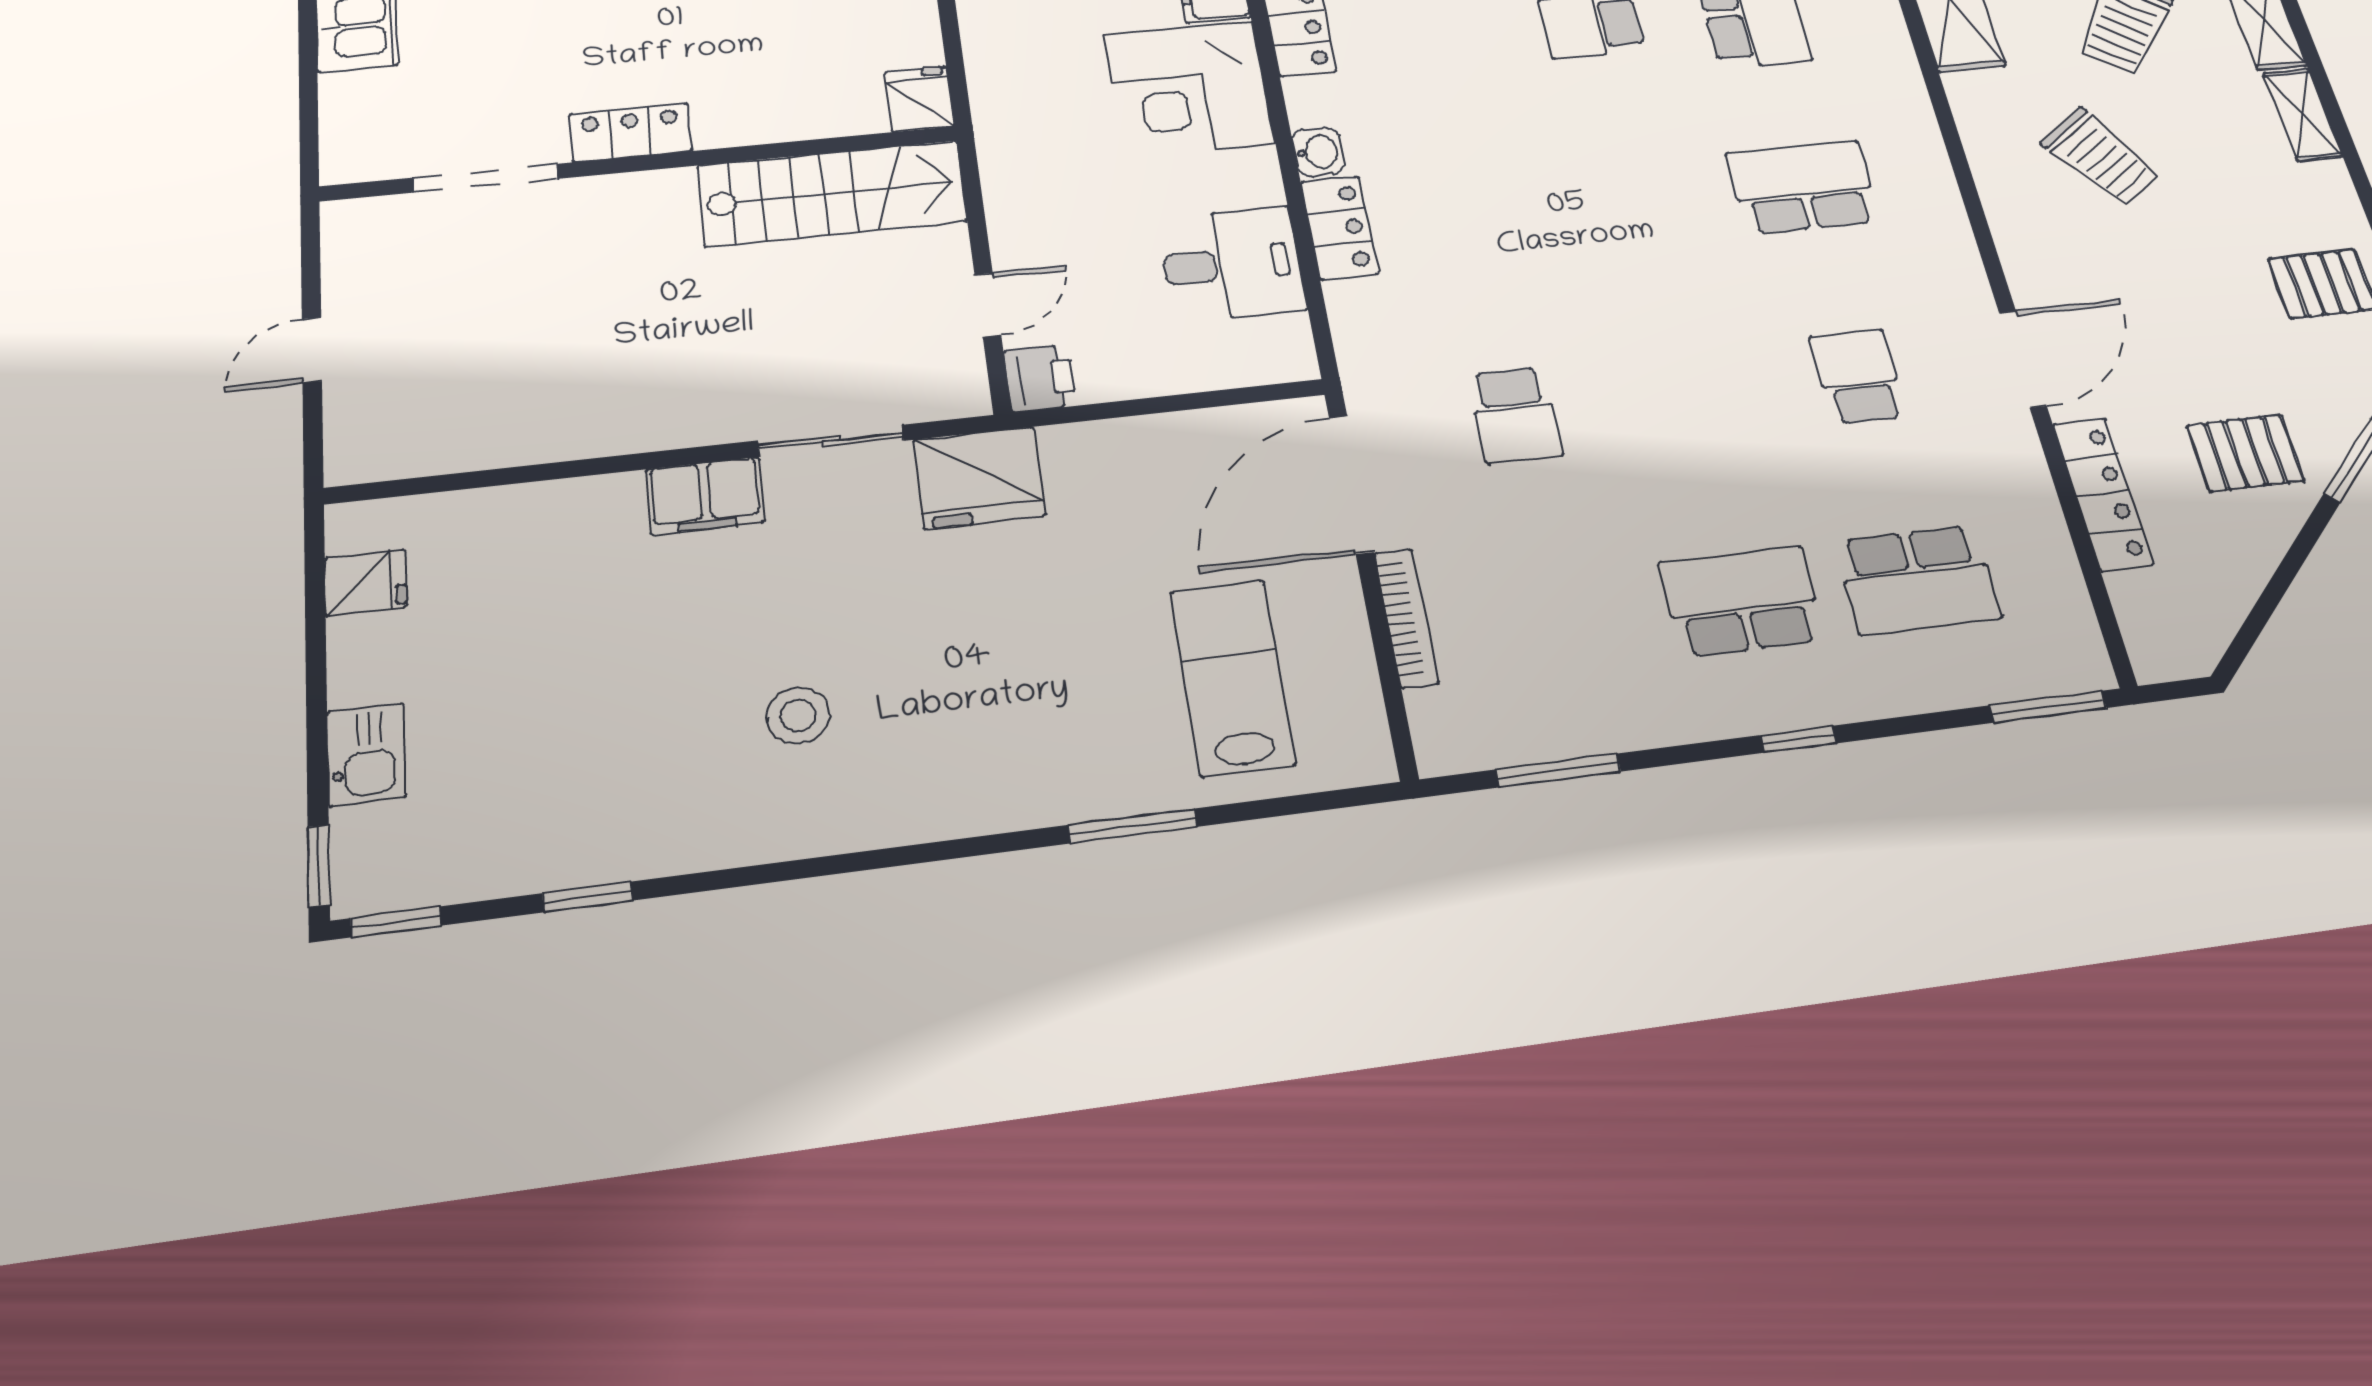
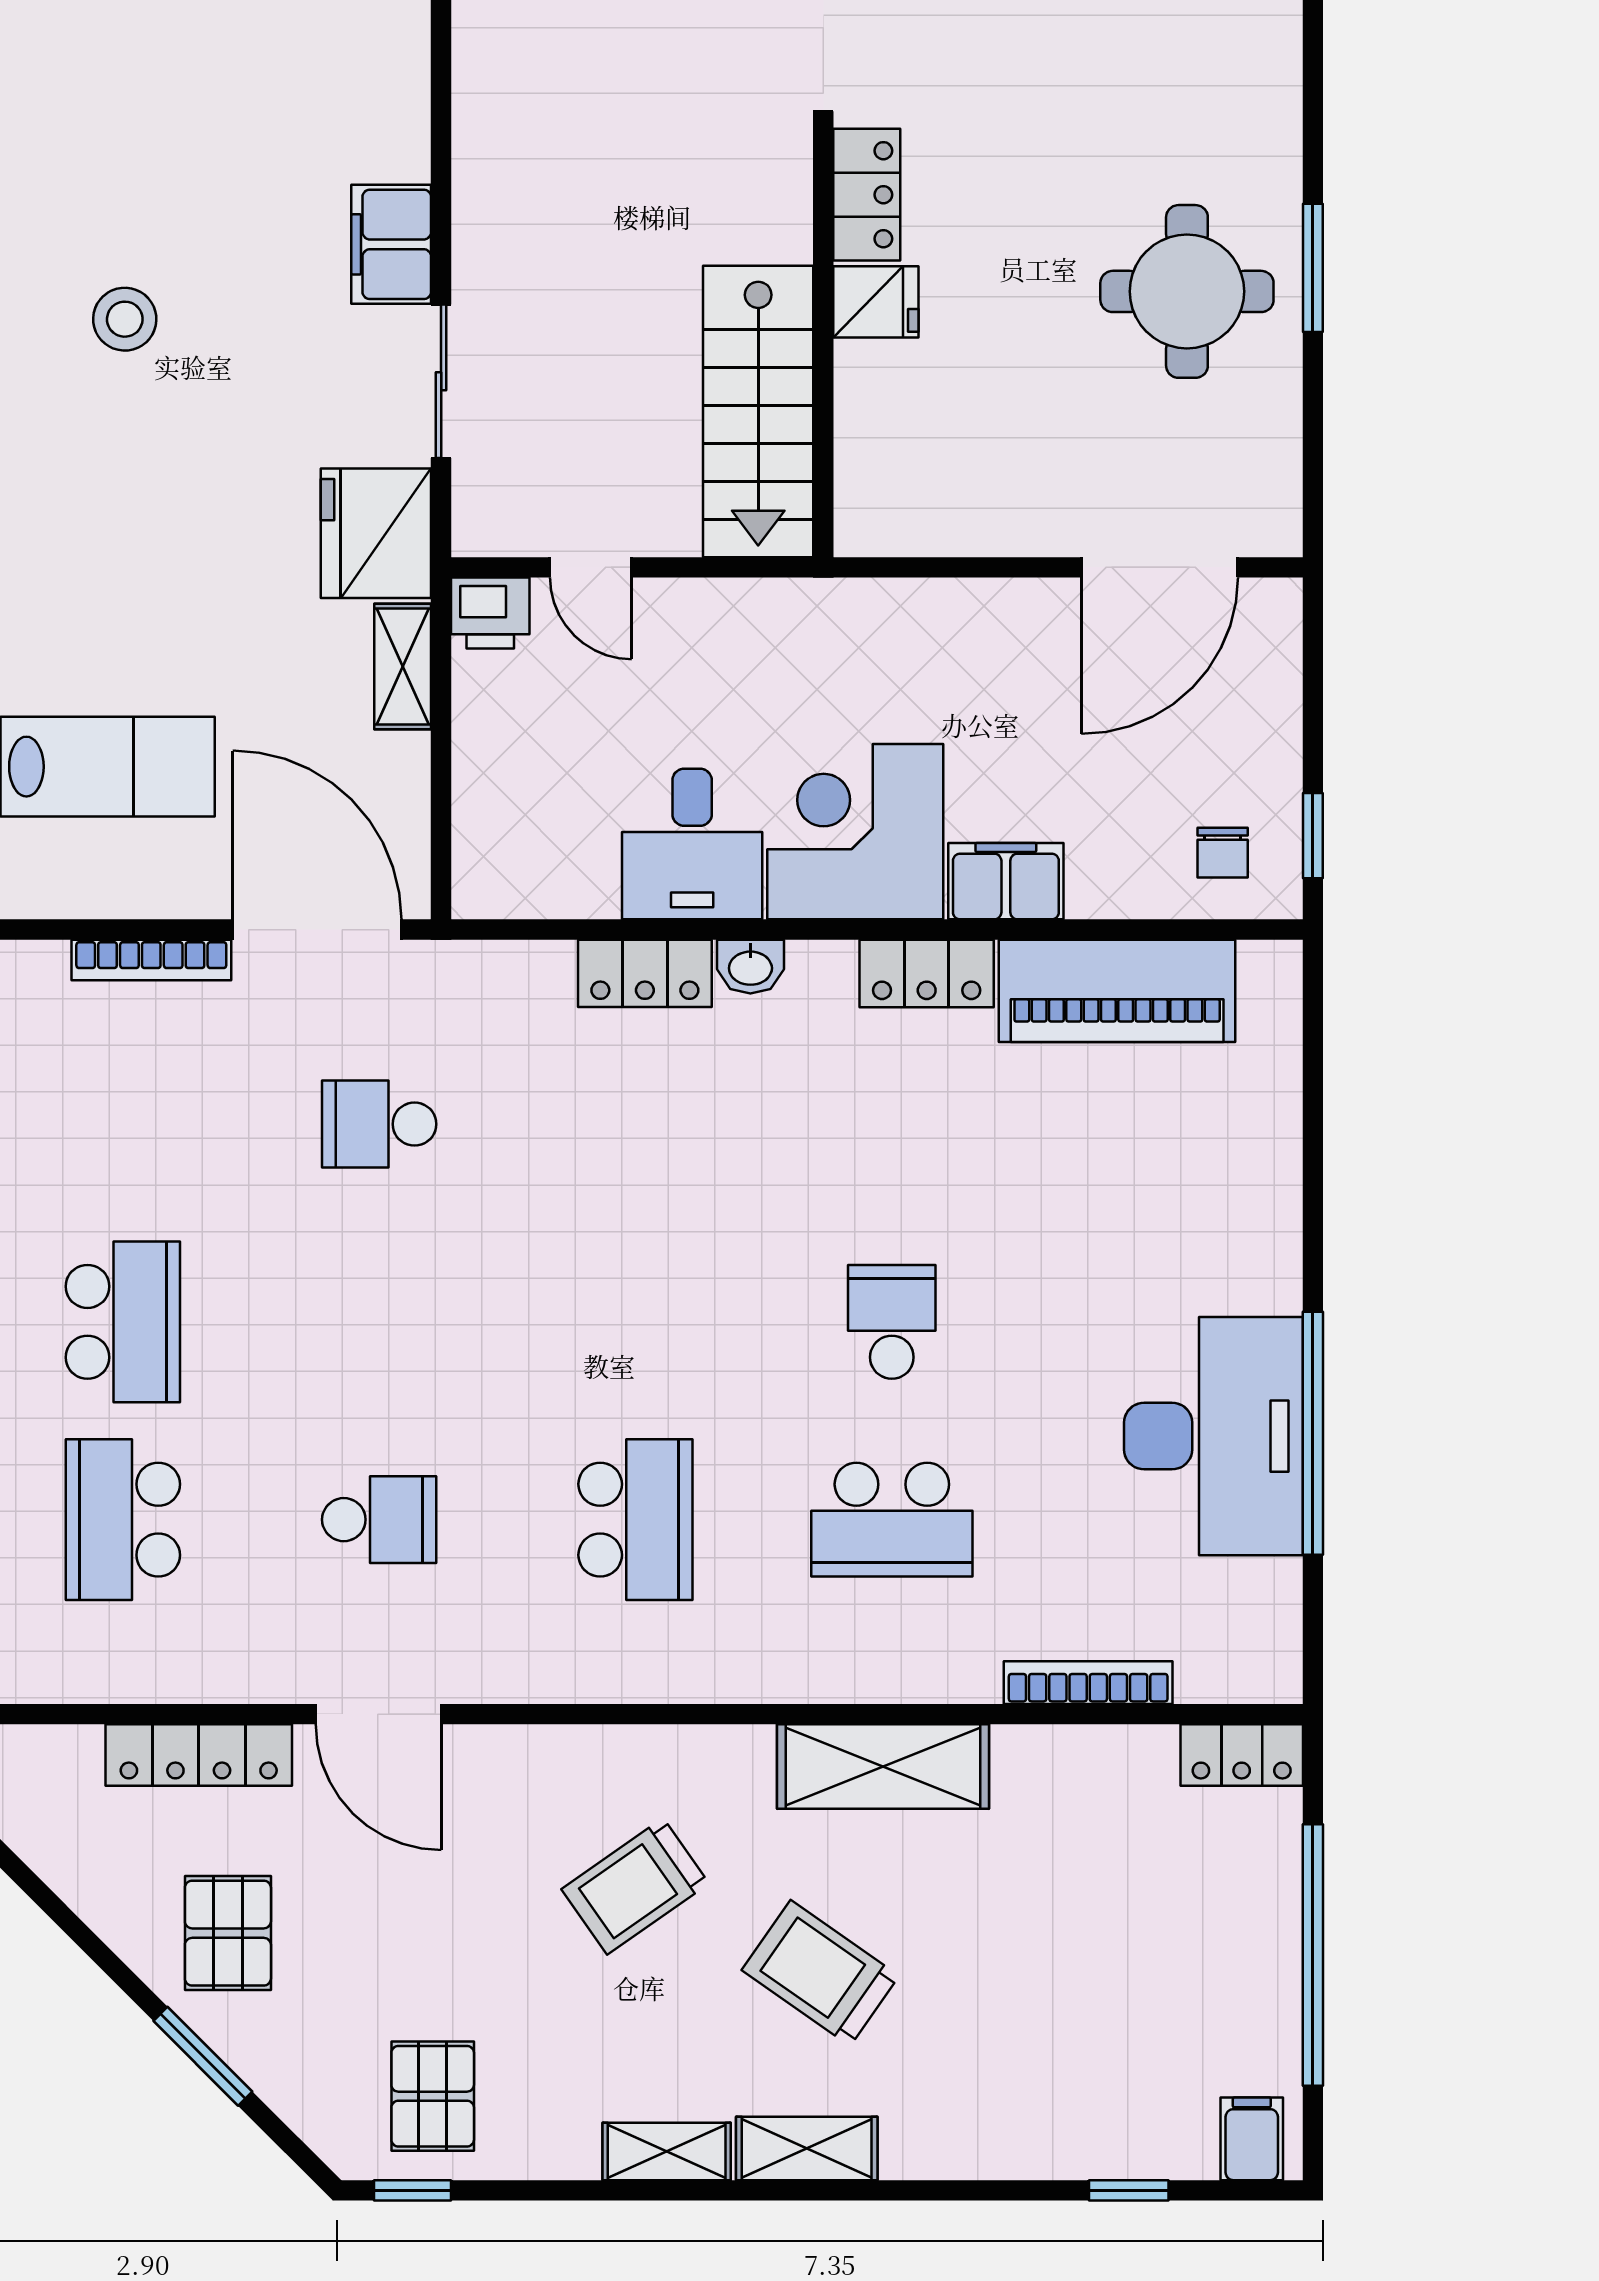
fridge: (919, 99) -> (876, 302), moved
desk: (1232, 264) -> (692, 844), moved
shelving: (1099, 442) -> (403, 666), added

